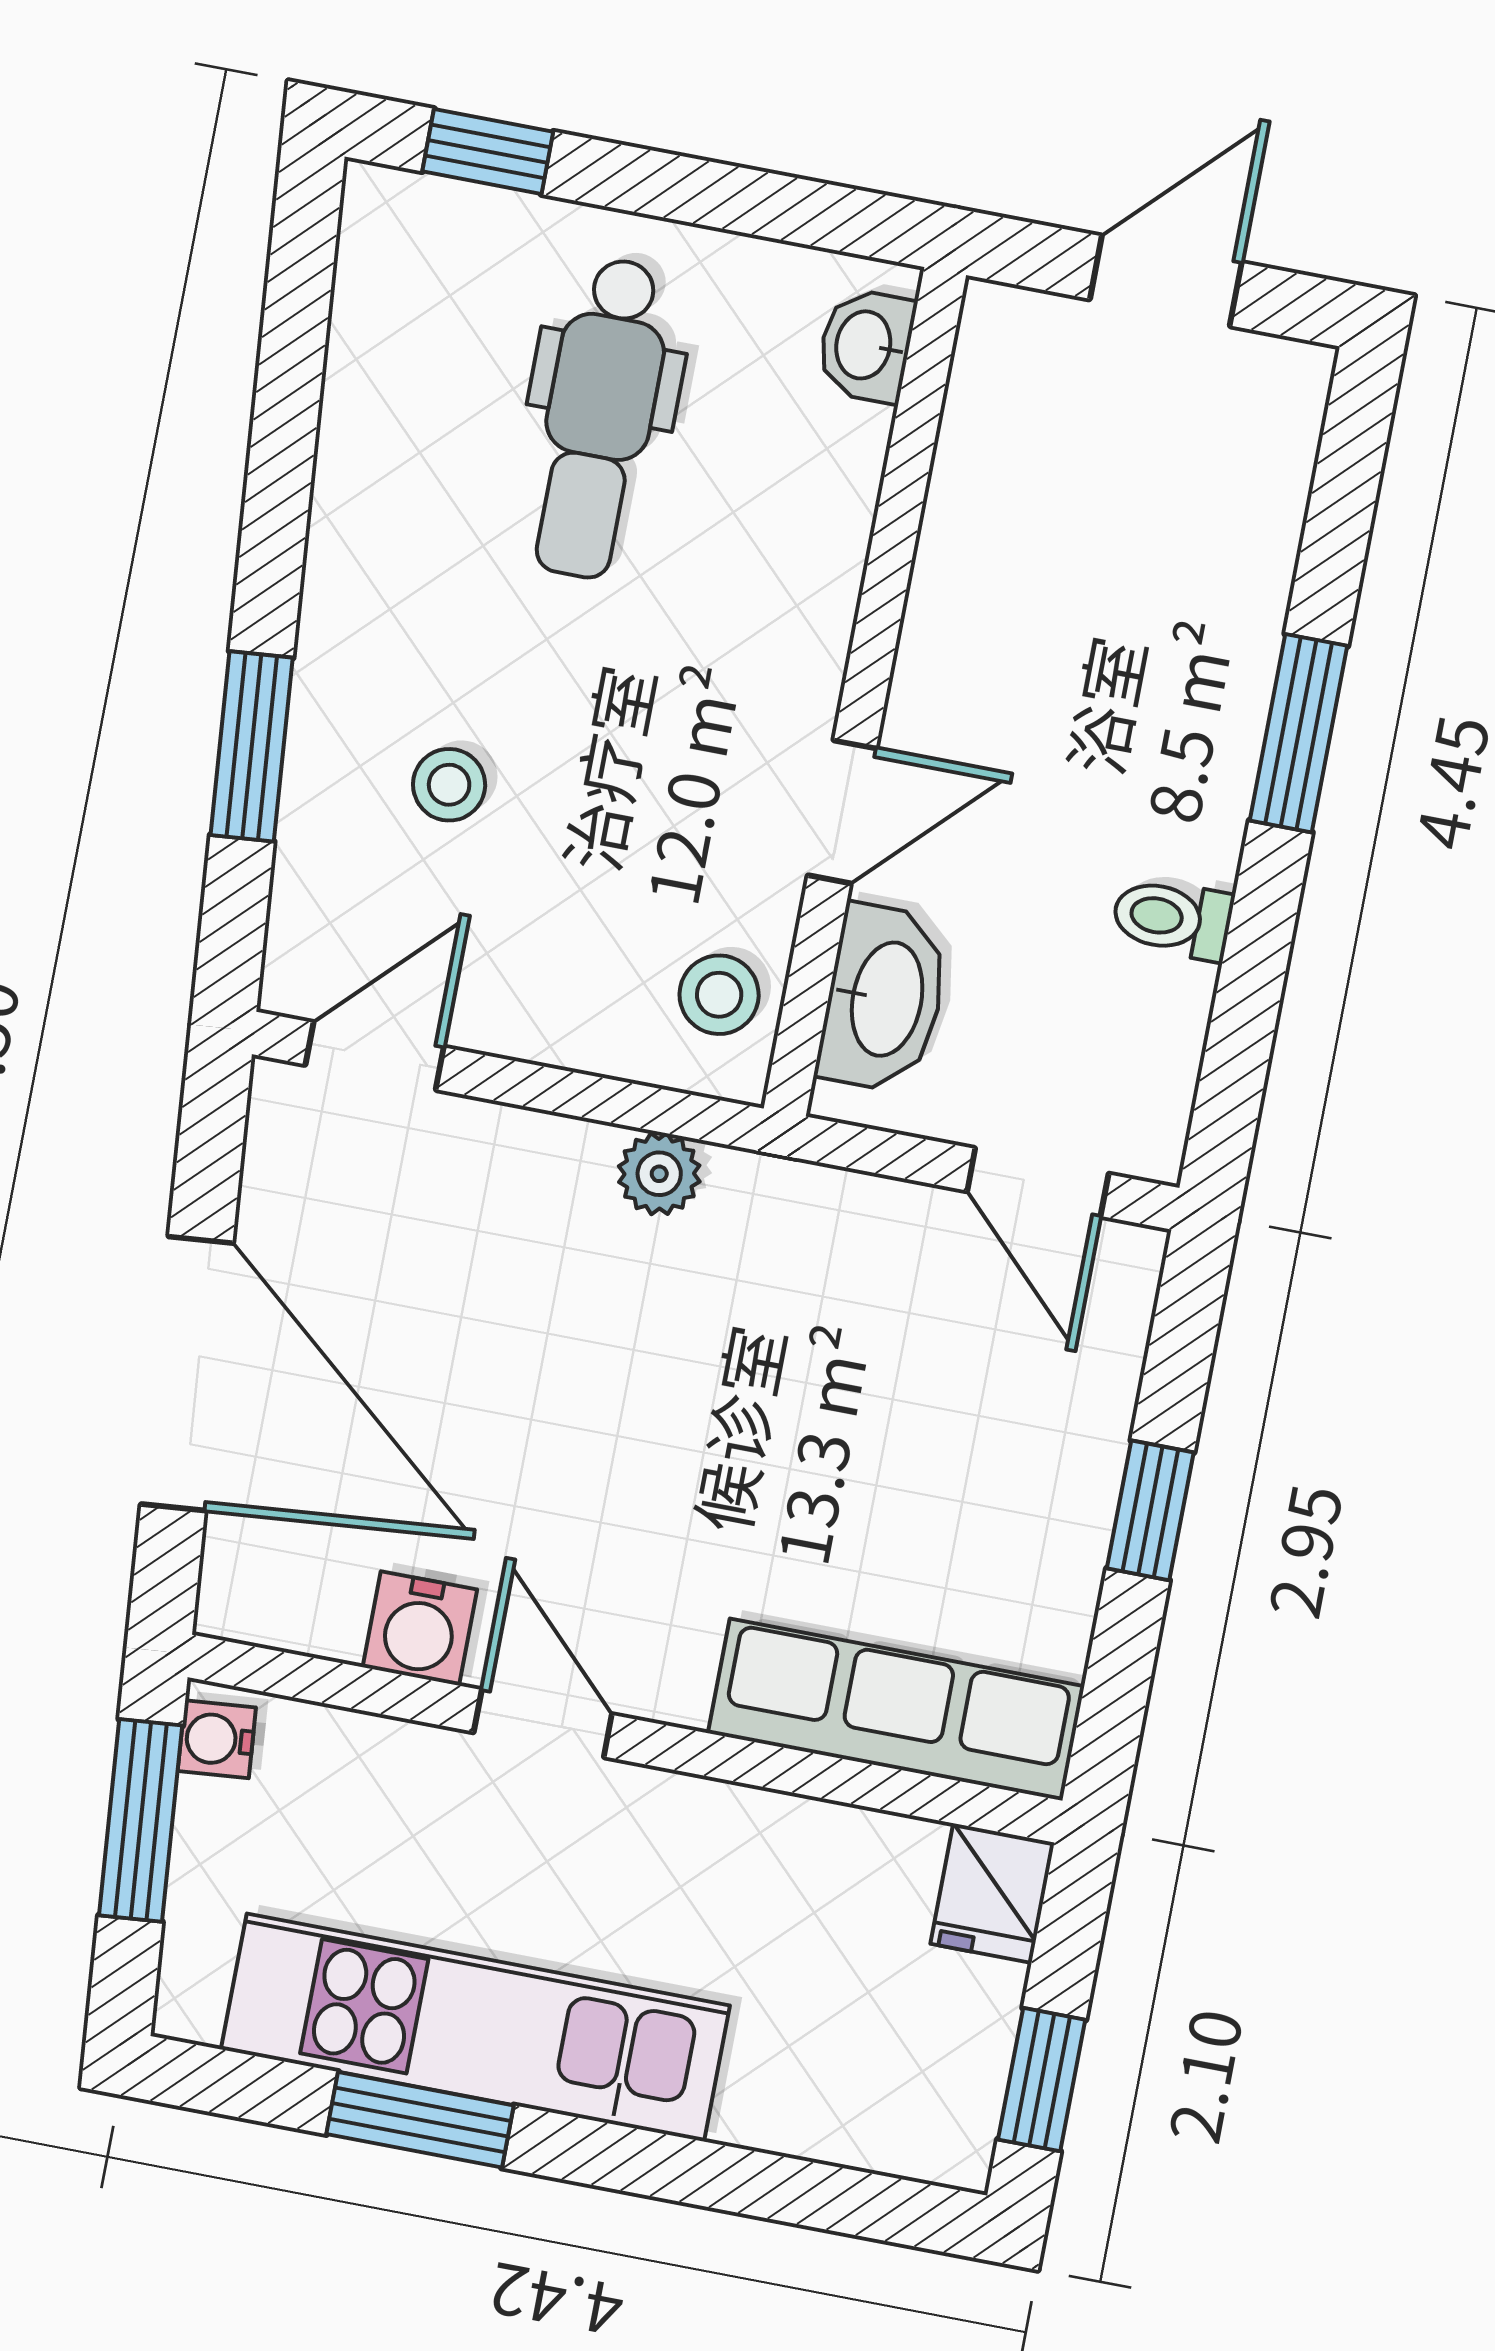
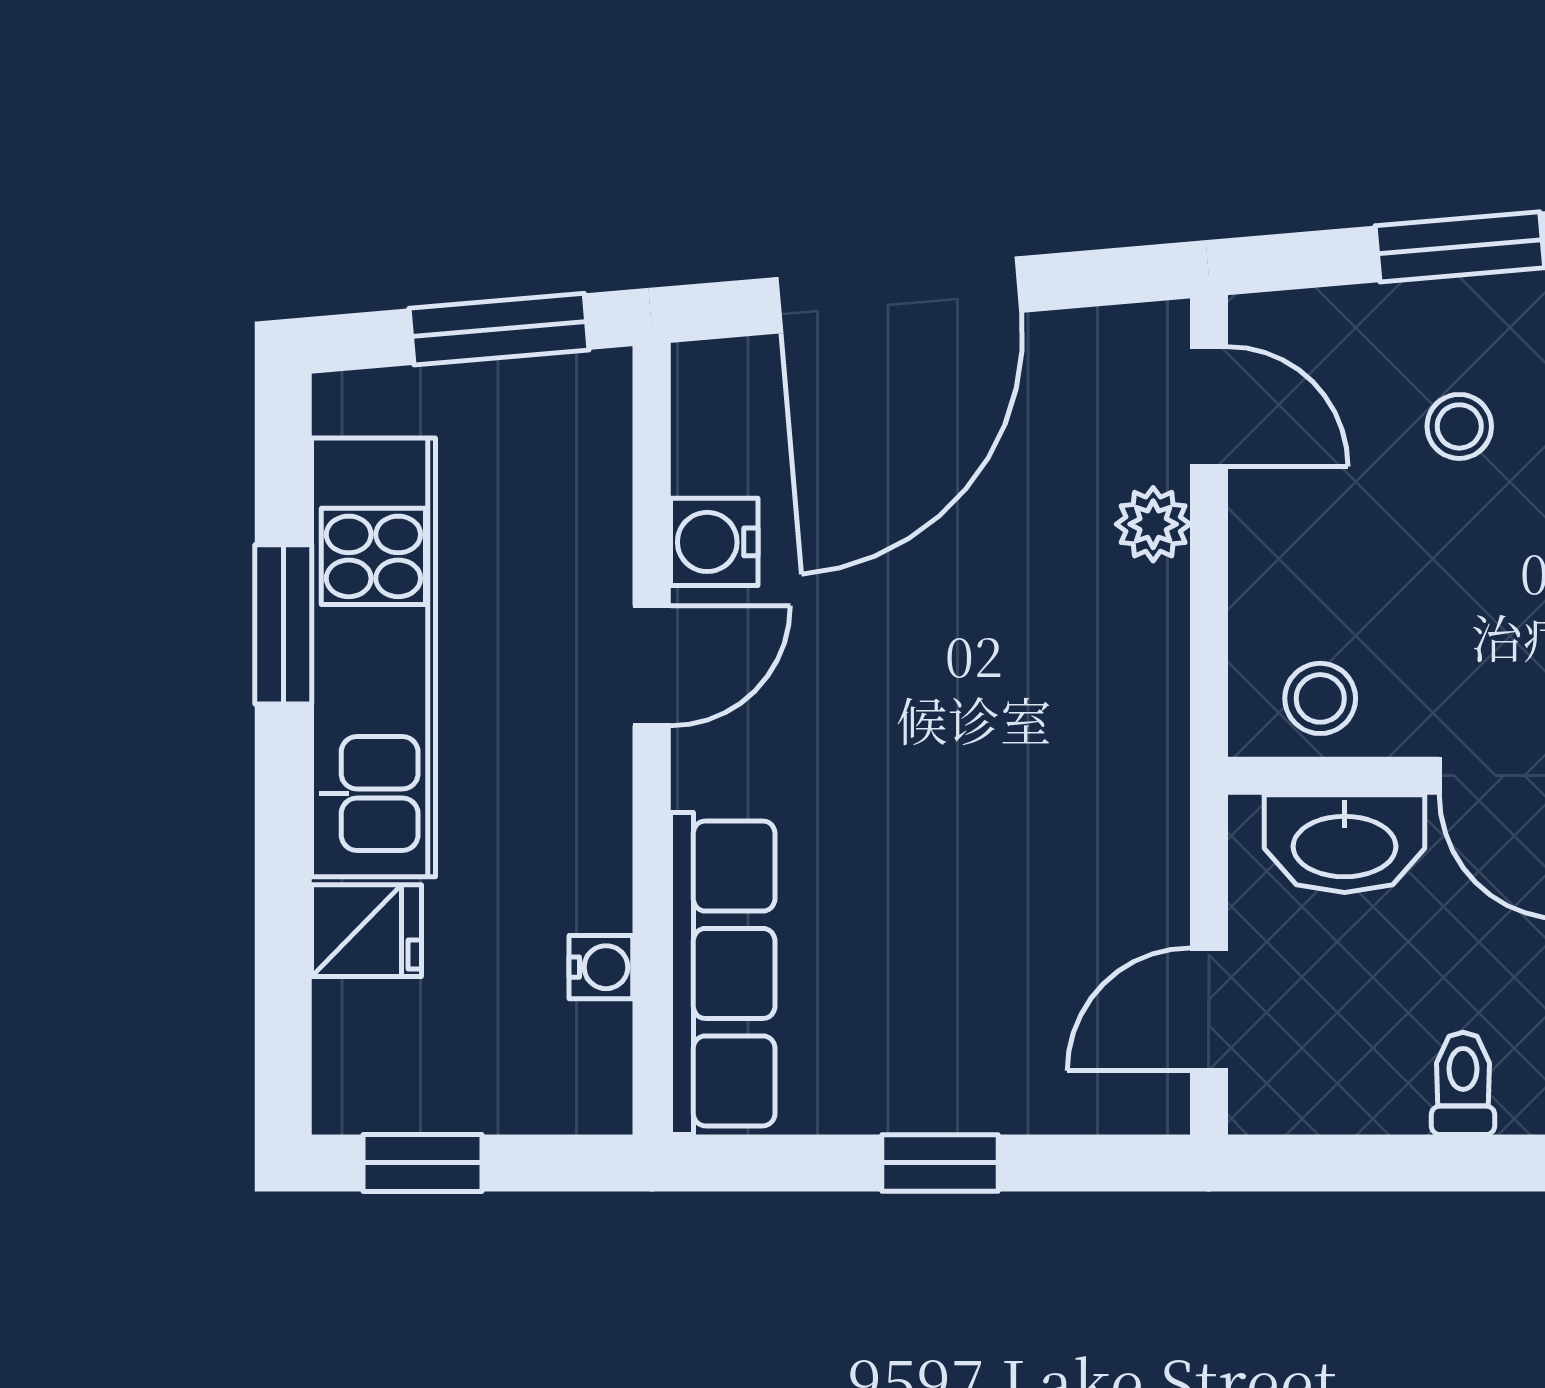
plant: (659, 1174) -> (1153, 524), moved
water cooler: (217, 1739) -> (601, 967), moved, turned 95
fridge: (992, 1893) -> (366, 931), moved, turned 180

